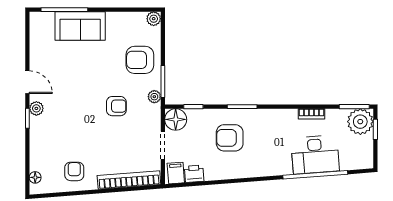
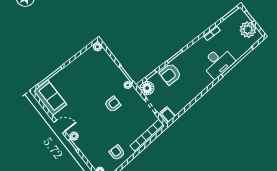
sofa: (80, 26) -> (50, 98), moved, turned -90
armchair: (140, 60) -> (106, 72), removed
plant: (360, 122) -> (248, 30), moved
armchair: (230, 138) -> (170, 74), moved
desk: (315, 155) -> (218, 62), moved
printer: (194, 174) -> (177, 108), removed

